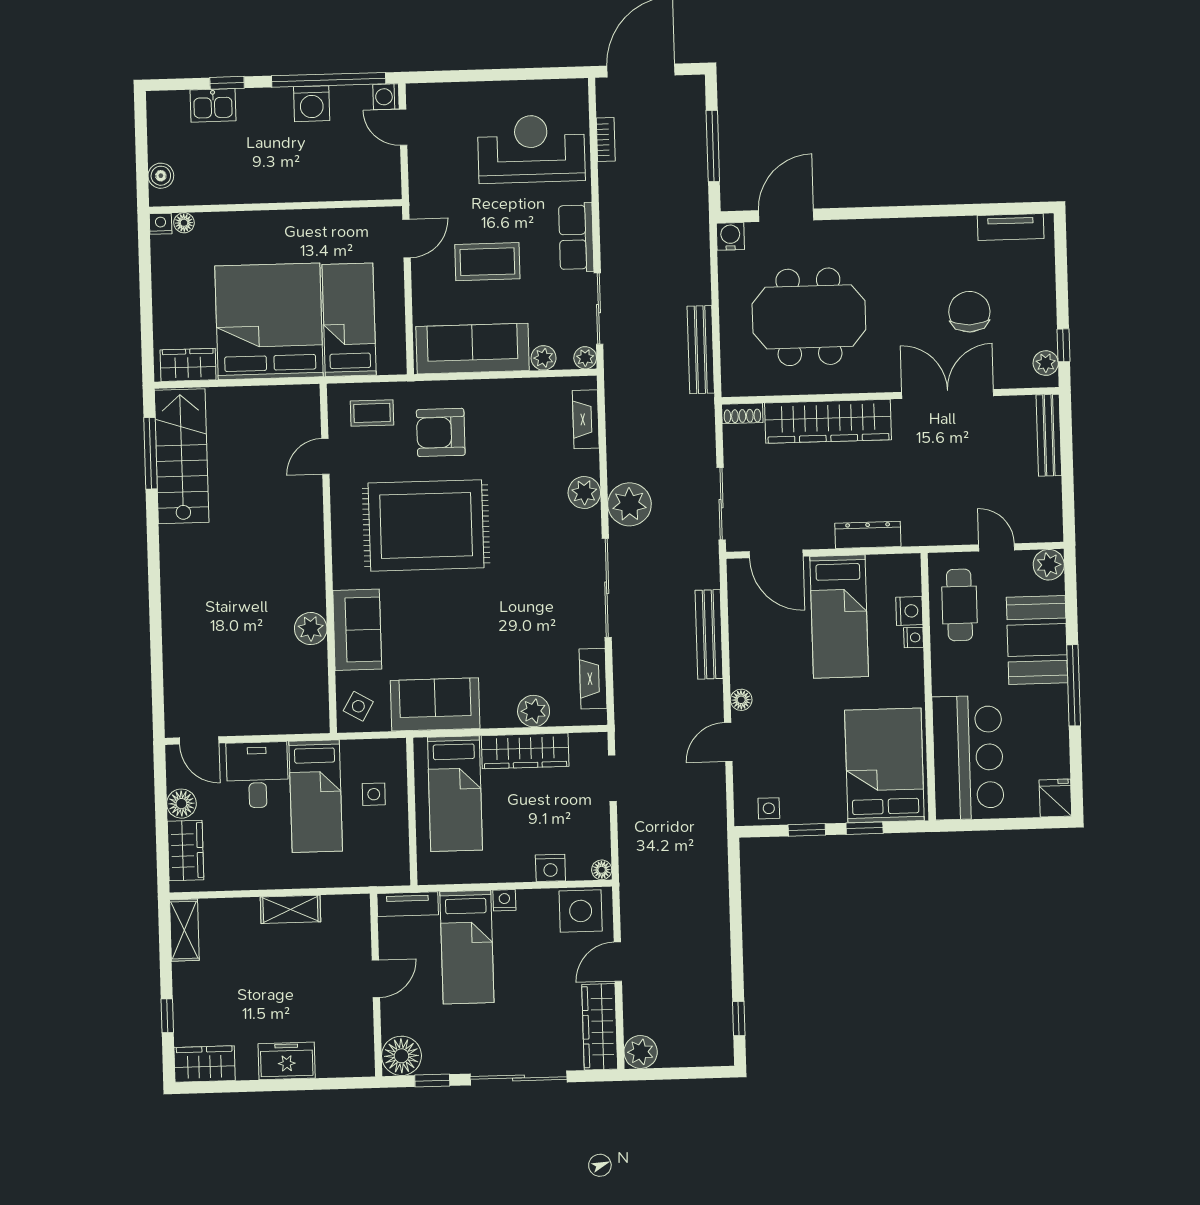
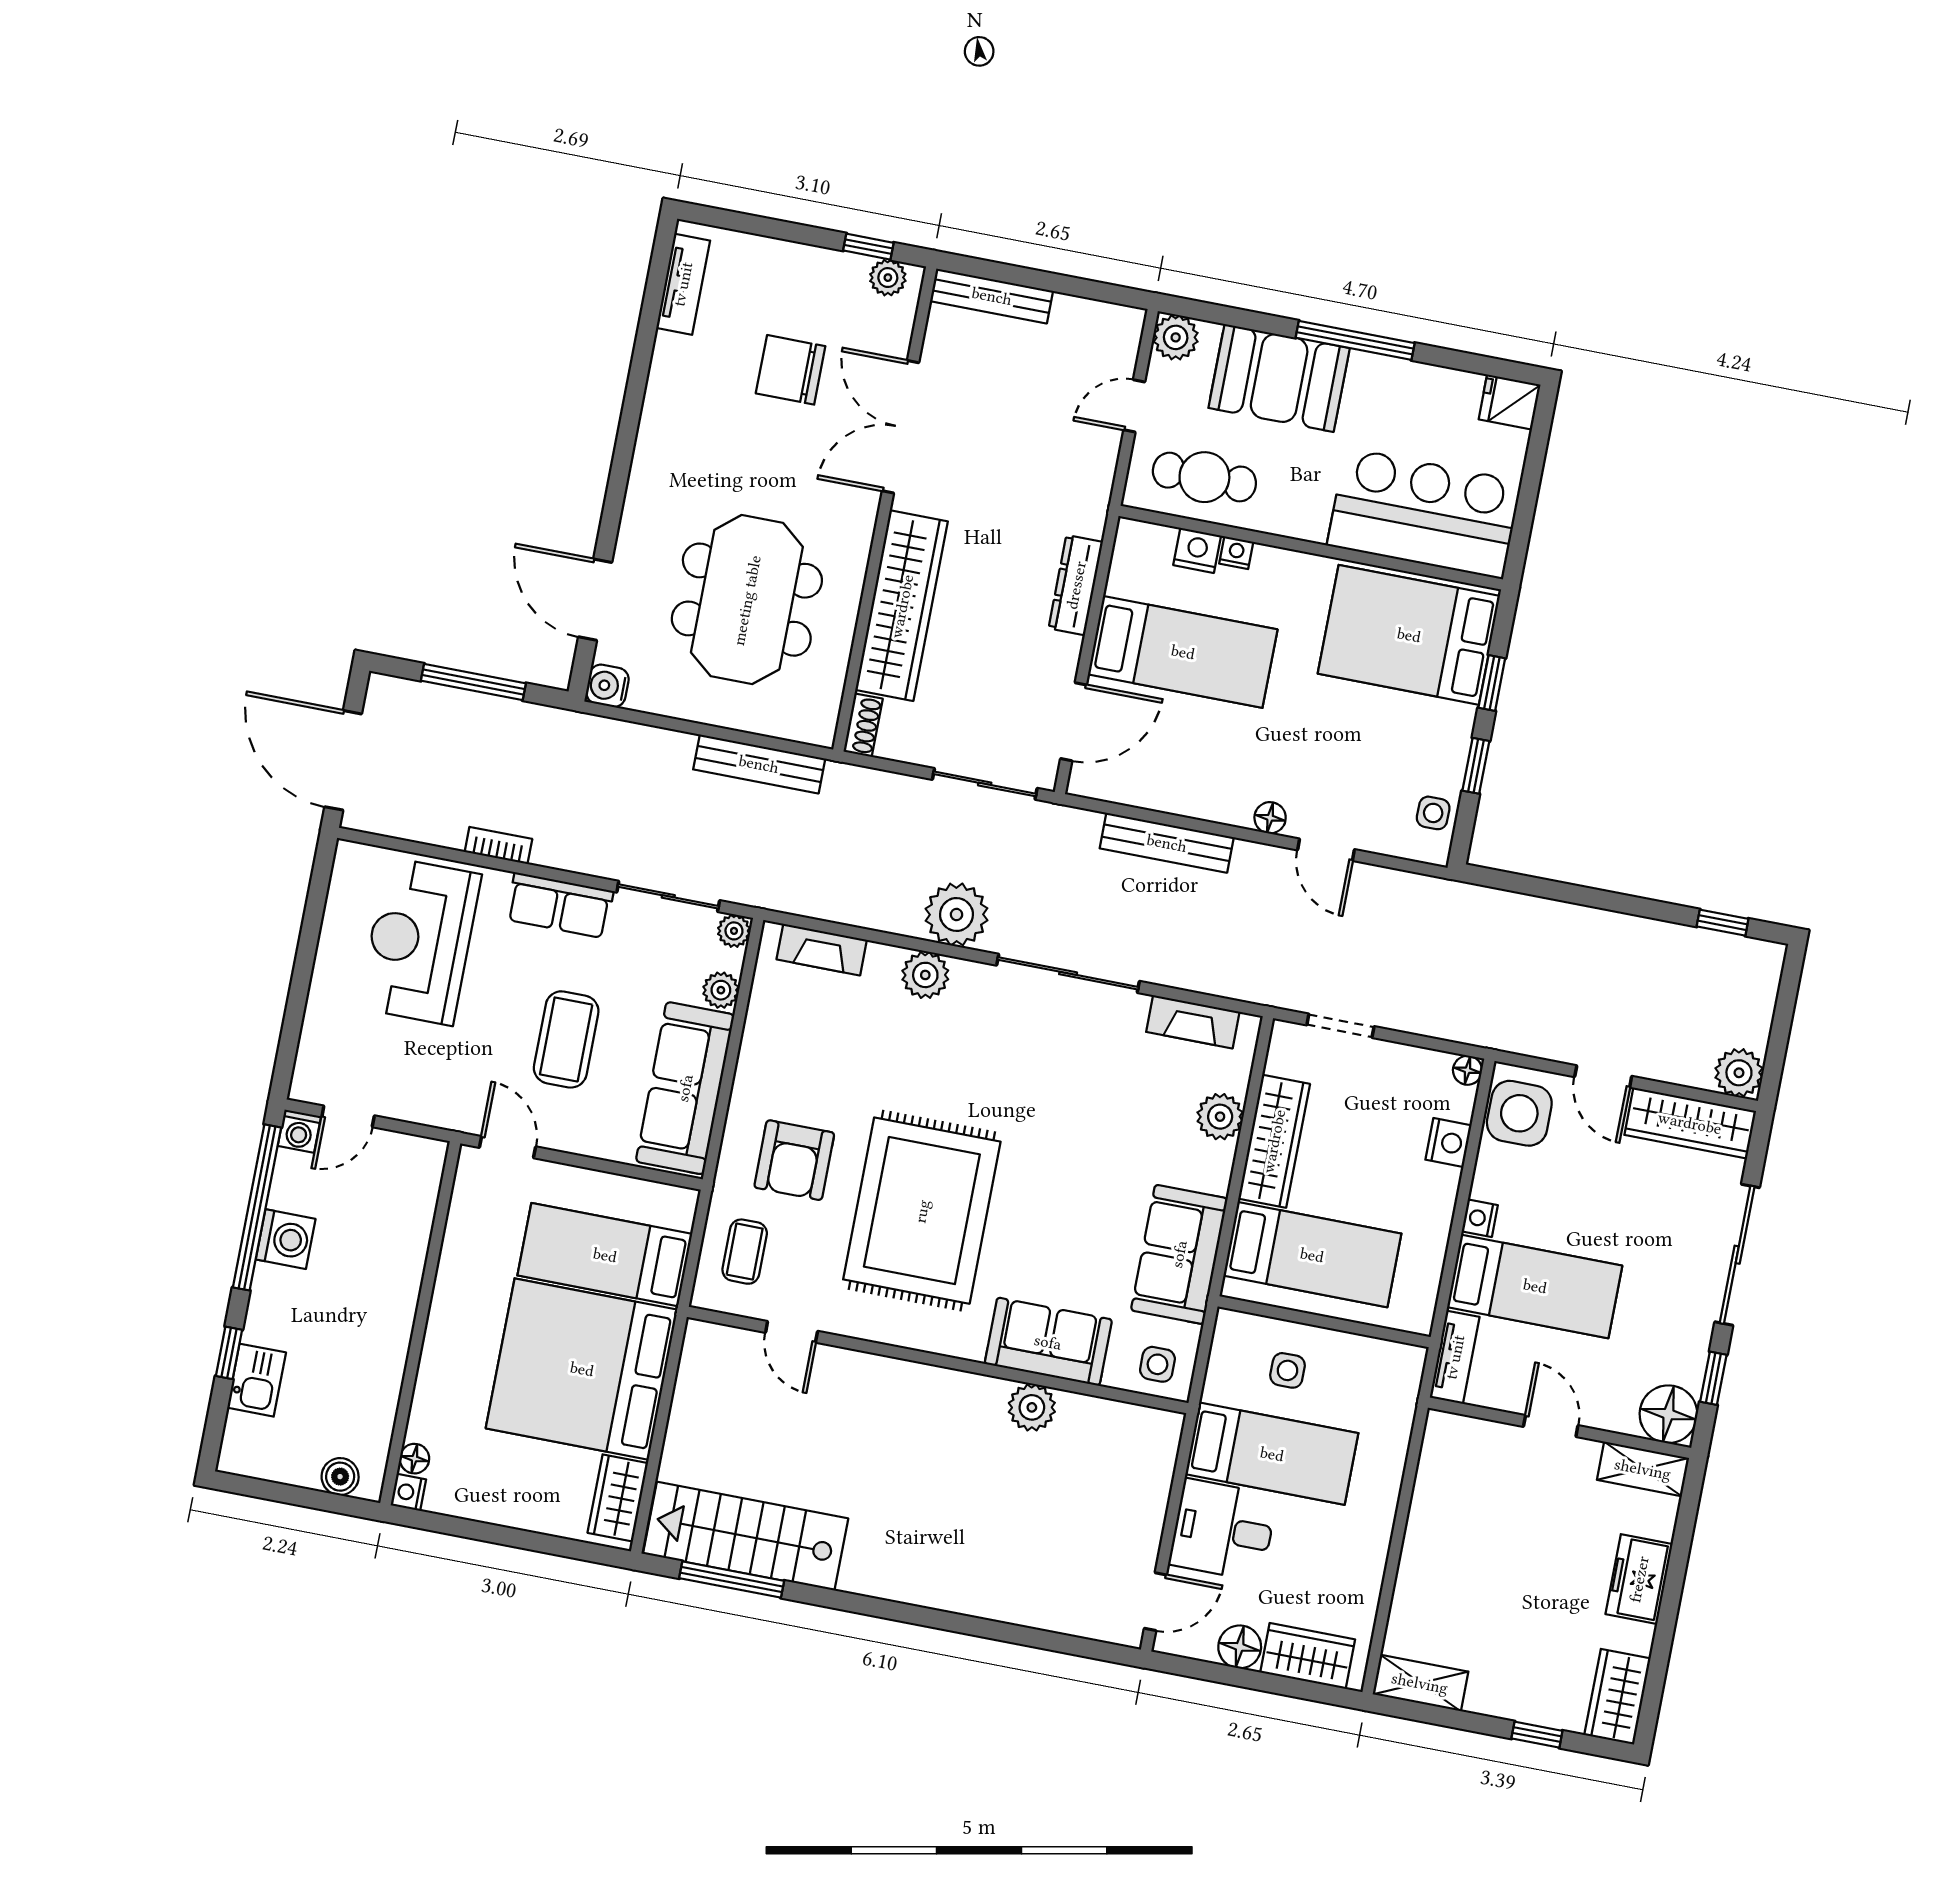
bookcase: (606, 140) -> (498, 845), moved
side table: (358, 706) -> (1157, 1364), turned -30
shelving: (290, 909) -> (1643, 1469), moved, turned 90

